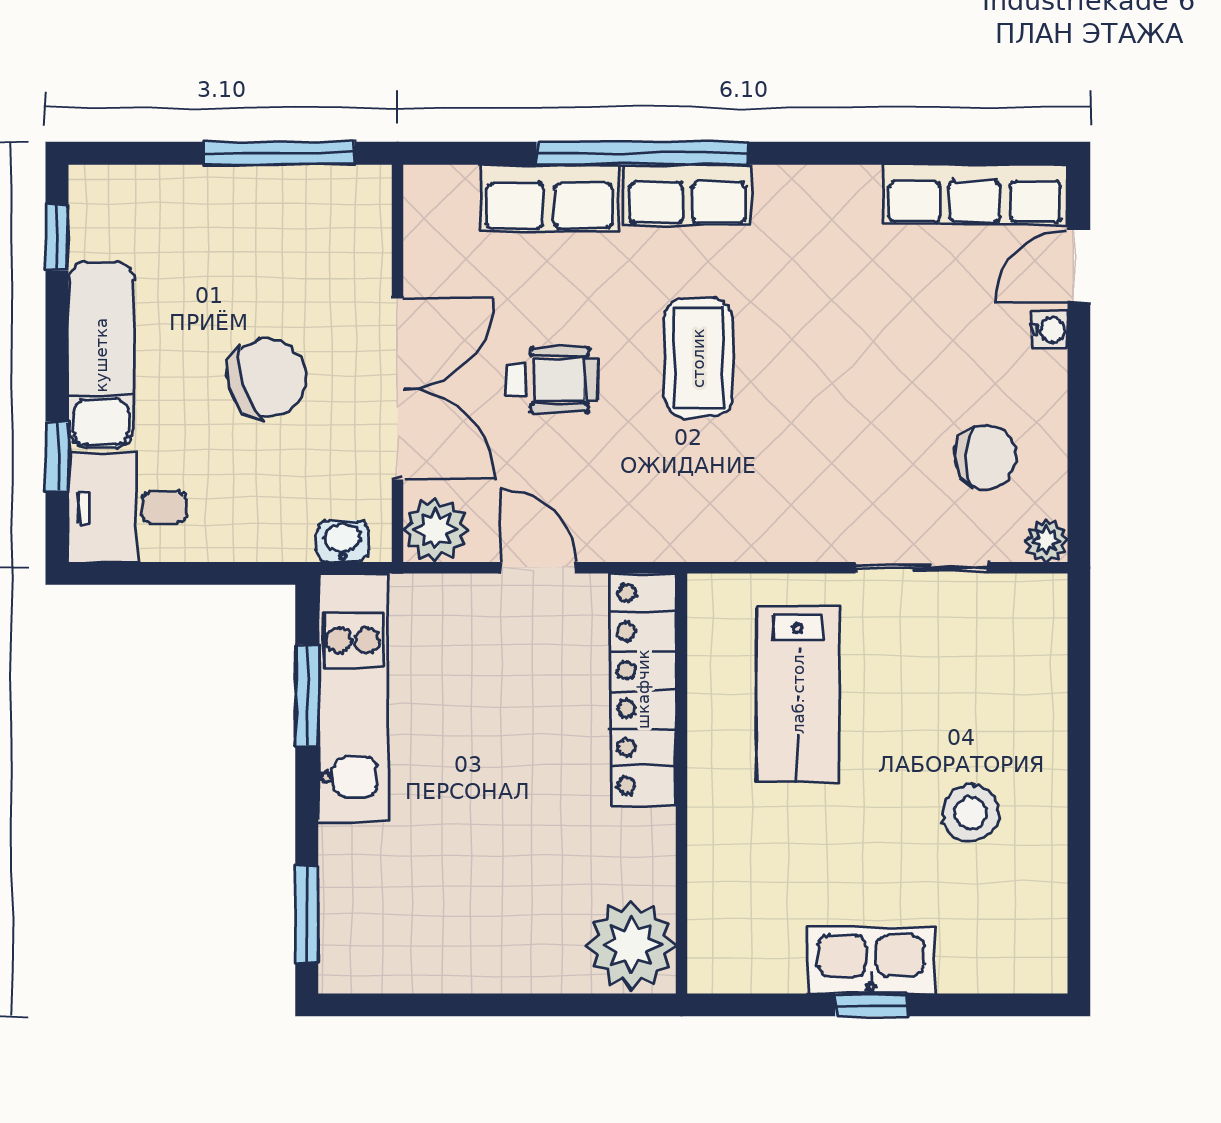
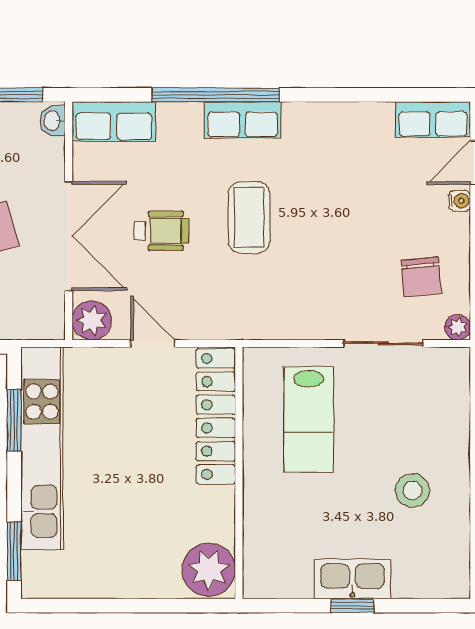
row of seats: (975, 195) -> (433, 120), width x0.68
row of seats: (549, 198) -> (114, 122), moved
chair: (986, 457) -> (421, 277), turned 85
washbasin: (343, 541) -> (53, 121), moved, turned -90
kitchen unit: (353, 697) -> (42, 448), width x1.36

